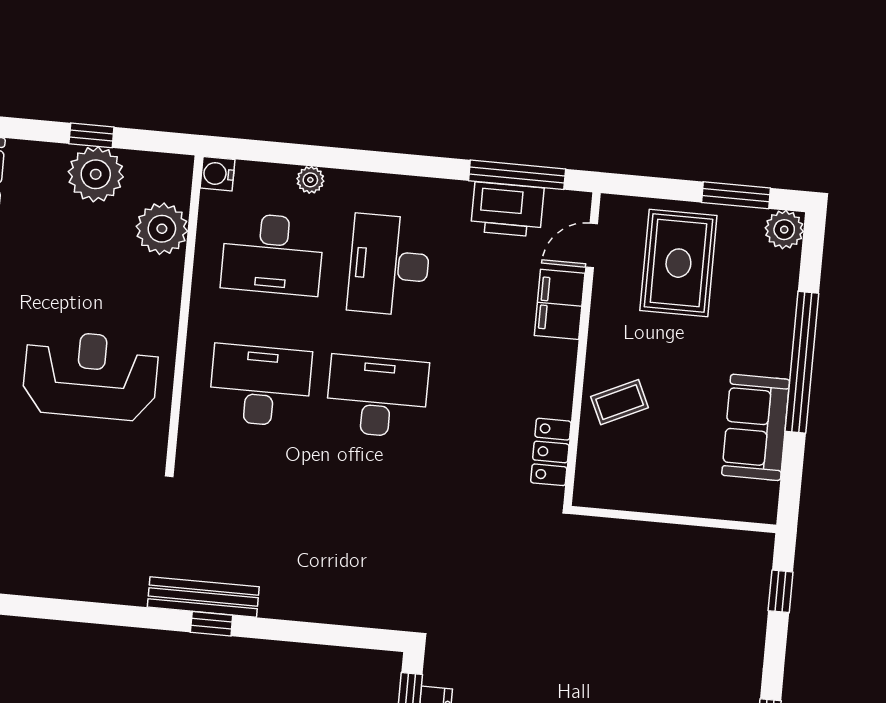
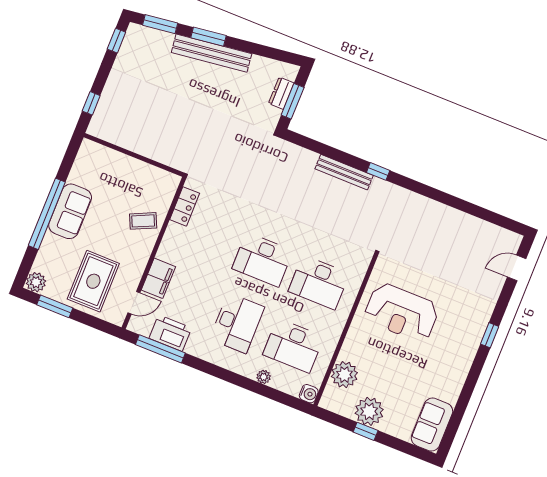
desk: (272, 254) -> (293, 346), turned 180
sofa: (756, 427) -> (70, 211), moved
bench: (203, 597) -> (344, 172), moved

